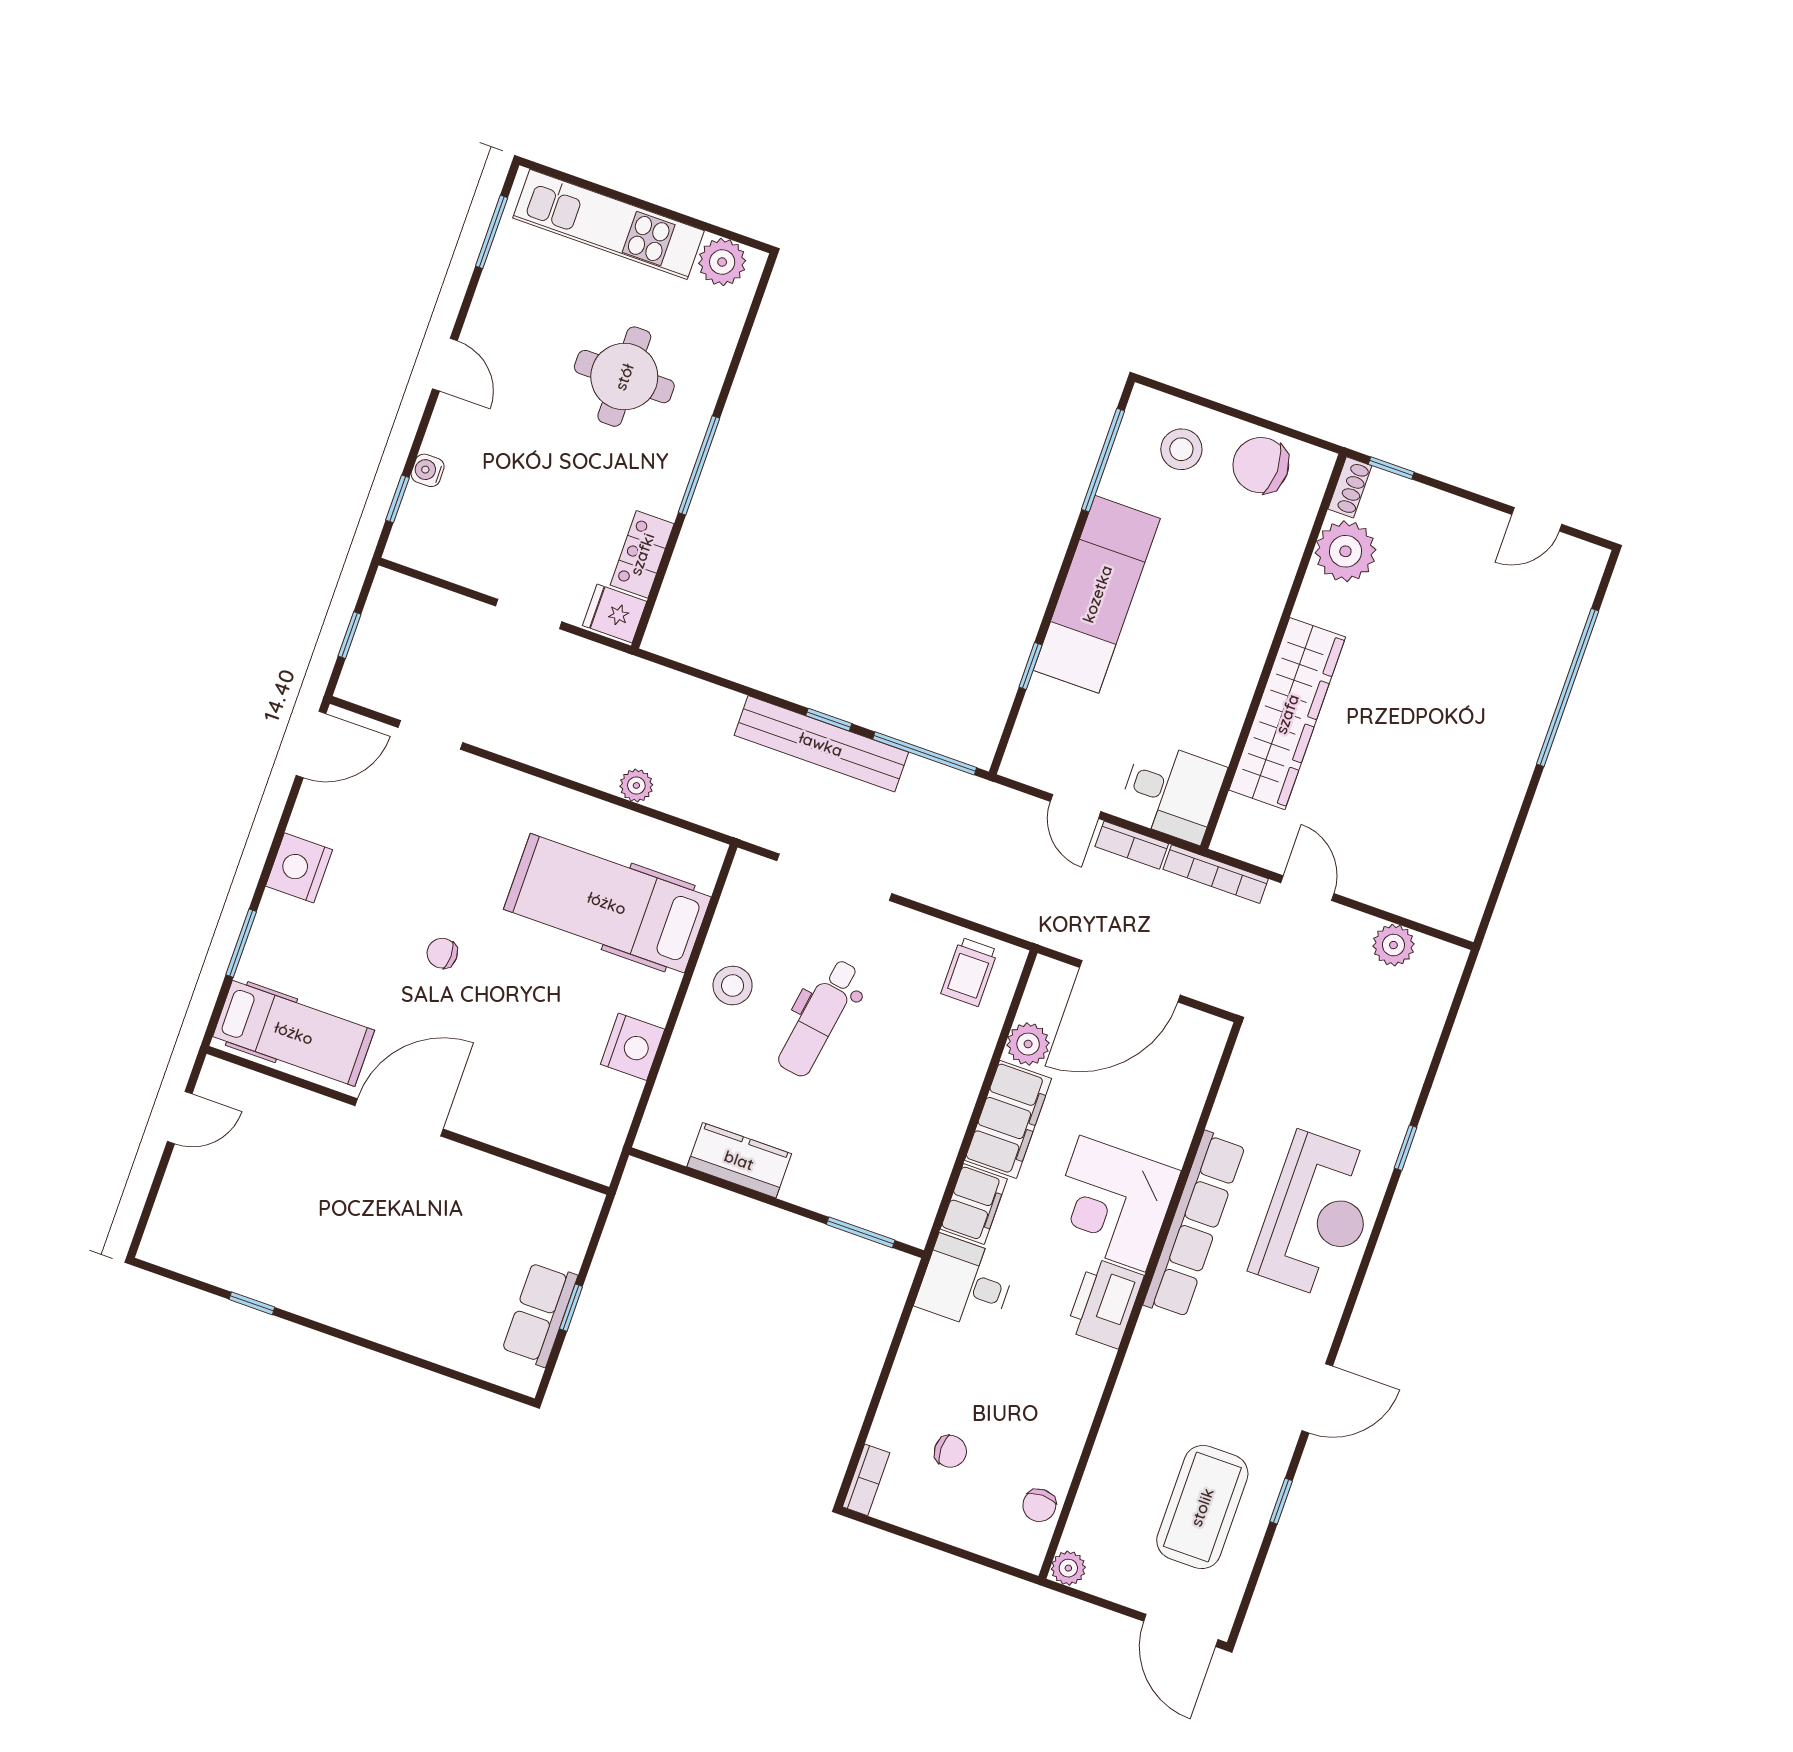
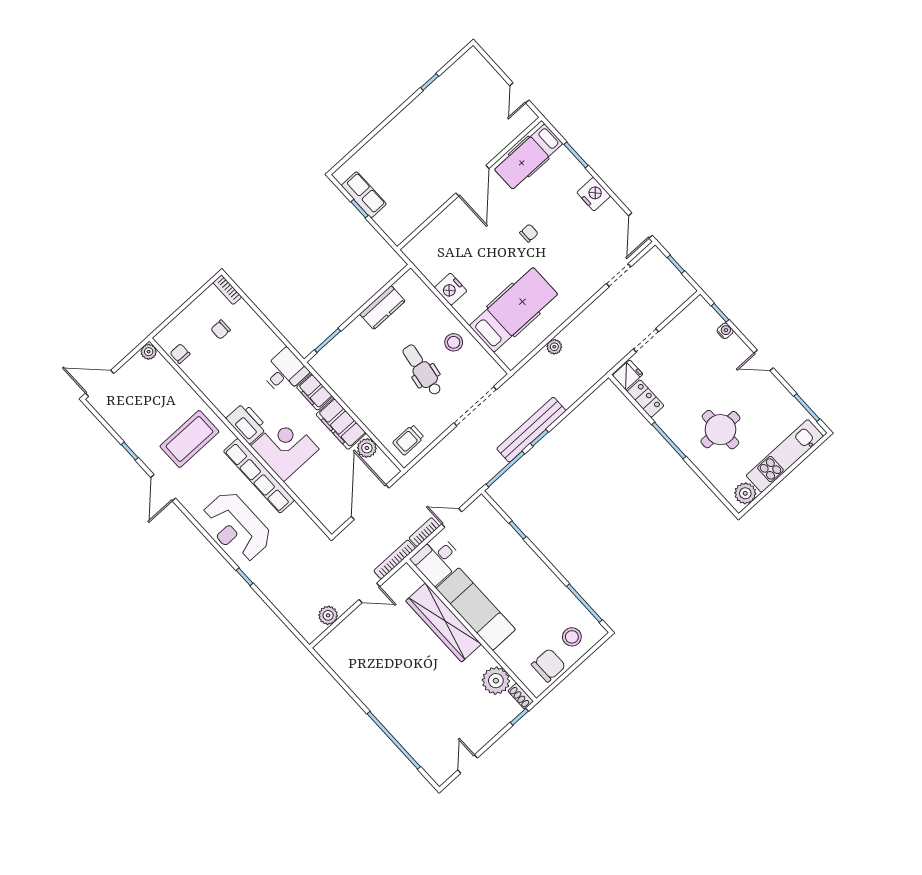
exam couch: (1097, 594) -> (476, 609), moved, turned 180
trolley: (969, 972) -> (408, 440), turned -90
coffee table: (1202, 1507) -> (189, 439), moved, turned 90

